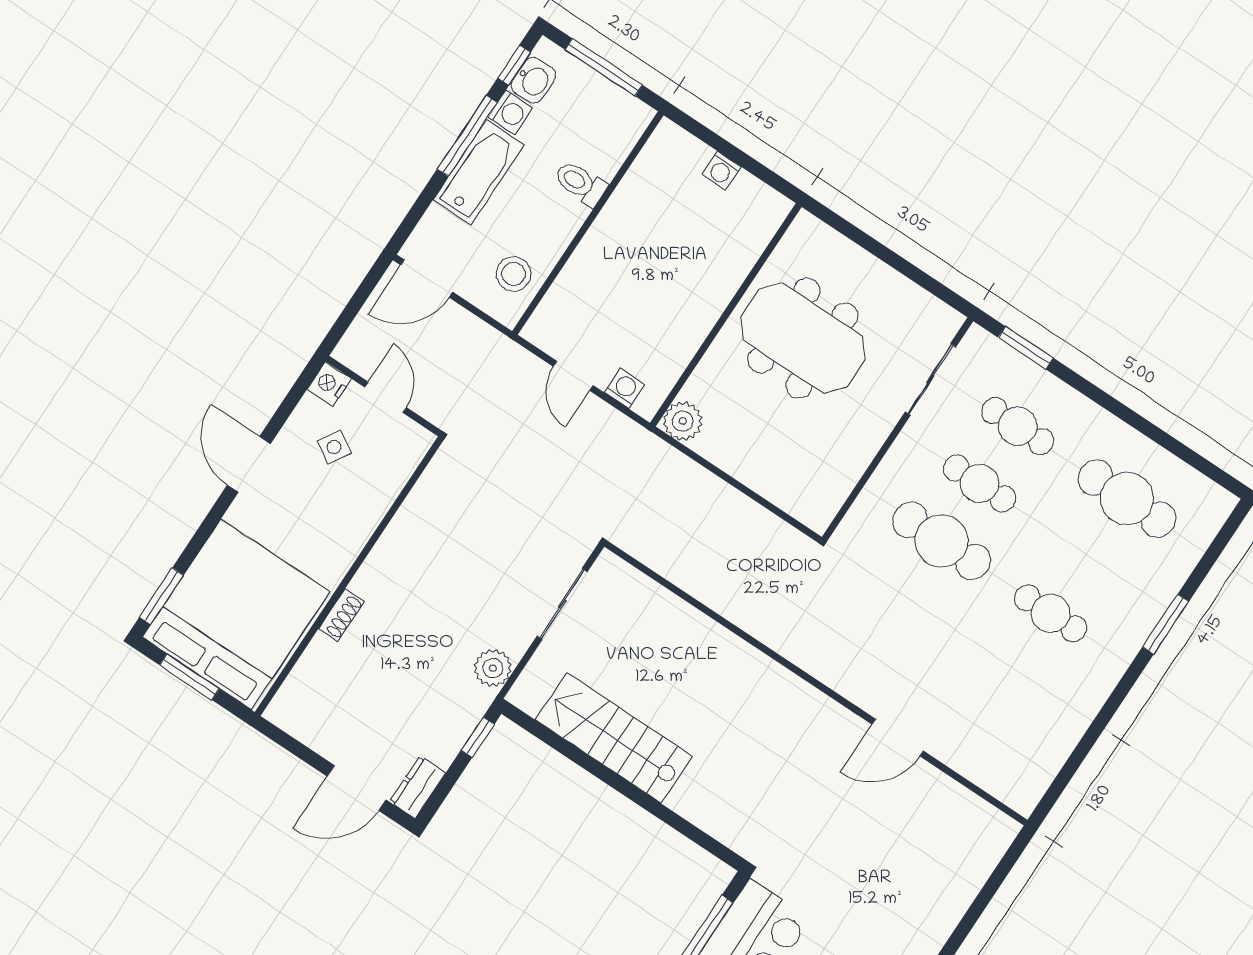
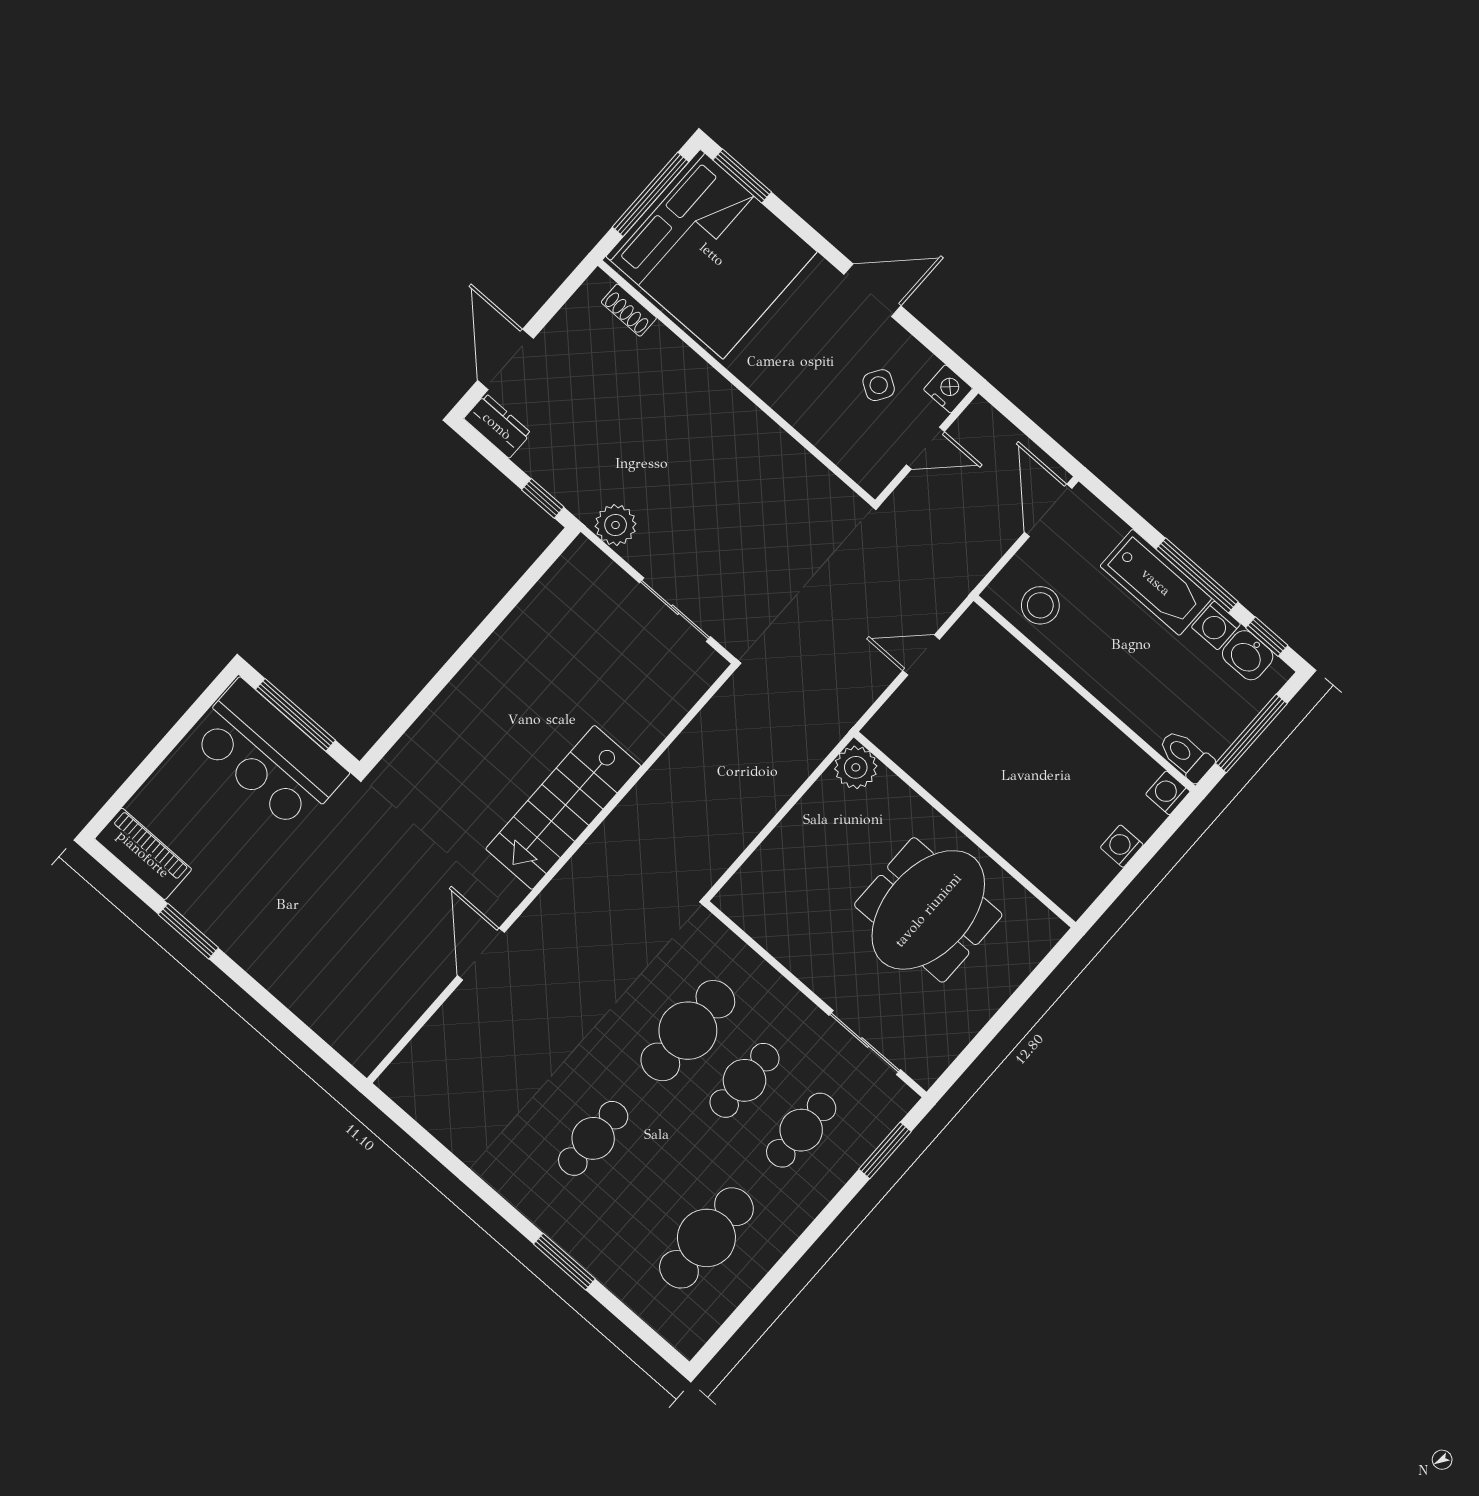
toilet: (580, 183) -> (1186, 756), moved, turned -90
washing machine: (625, 388) -> (1168, 793), moved, turned 180
shoe rack: (341, 615) -> (629, 310), moved
window: (189, 677) -> (650, 194), width x1.44
stairs: (614, 738) -> (563, 807), moved, turned 180

